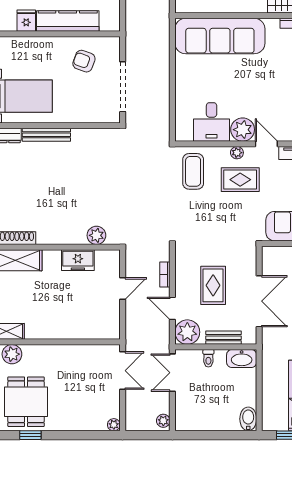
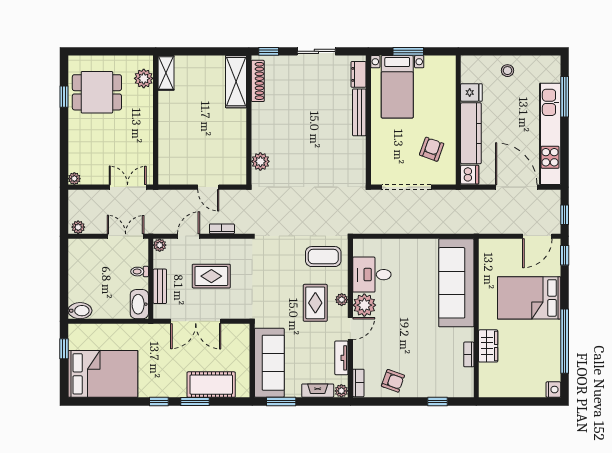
dishwasher: (110, 22) -> (470, 175), added
freezer: (78, 260) -> (236, 143), removed
plant: (187, 332) -> (160, 245), width x0.53, depth x0.53
double door: (123, 371) -> (128, 187), swing flipped

